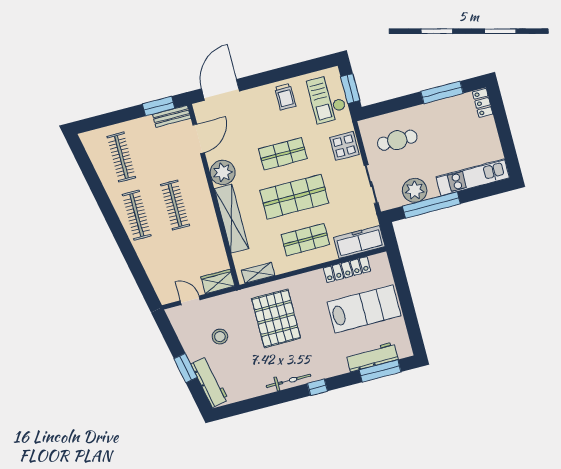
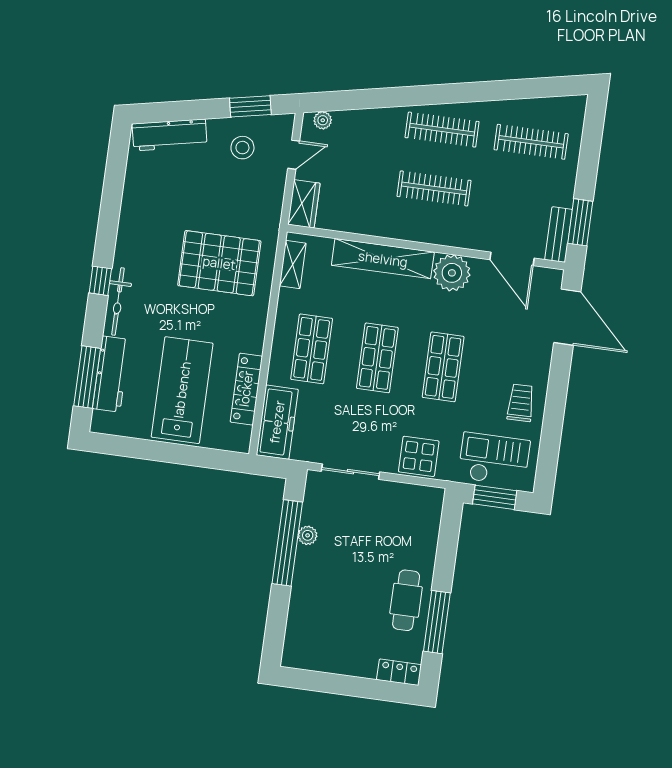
trolley: (285, 97) -> (521, 403), turned 89
cafe table: (397, 140) -> (406, 600), moved
kitchen unit: (473, 177) -> (302, 616), removed
plant: (415, 190) -> (308, 535), width x0.53, depth x0.53
shop shelf: (294, 197) -> (377, 358), width x0.70, depth x0.74
plant: (161, 291) -> (323, 120), added
lab bench: (364, 309) -> (182, 390), turned 180
stool: (220, 337) -> (242, 148), moved
window: (186, 368) -> (250, 106), moved
bicycle: (289, 381) -> (118, 301), moved

